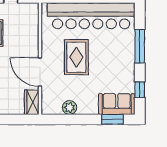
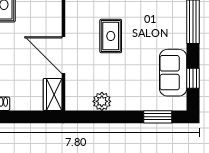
rug: (76, 57) -> (111, 36), width x0.73, depth x0.70
sofa: (117, 104) -> (173, 73), moved, turned -90

